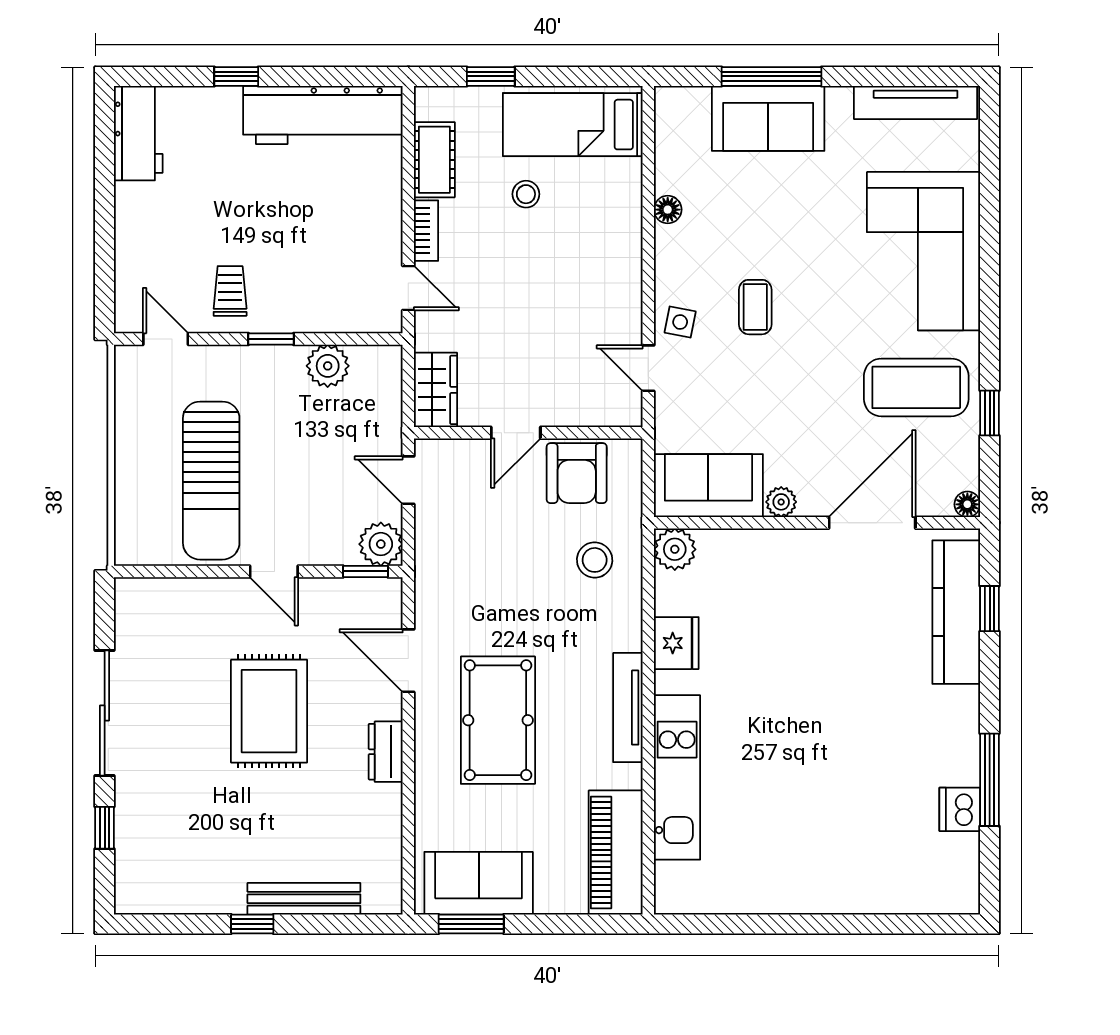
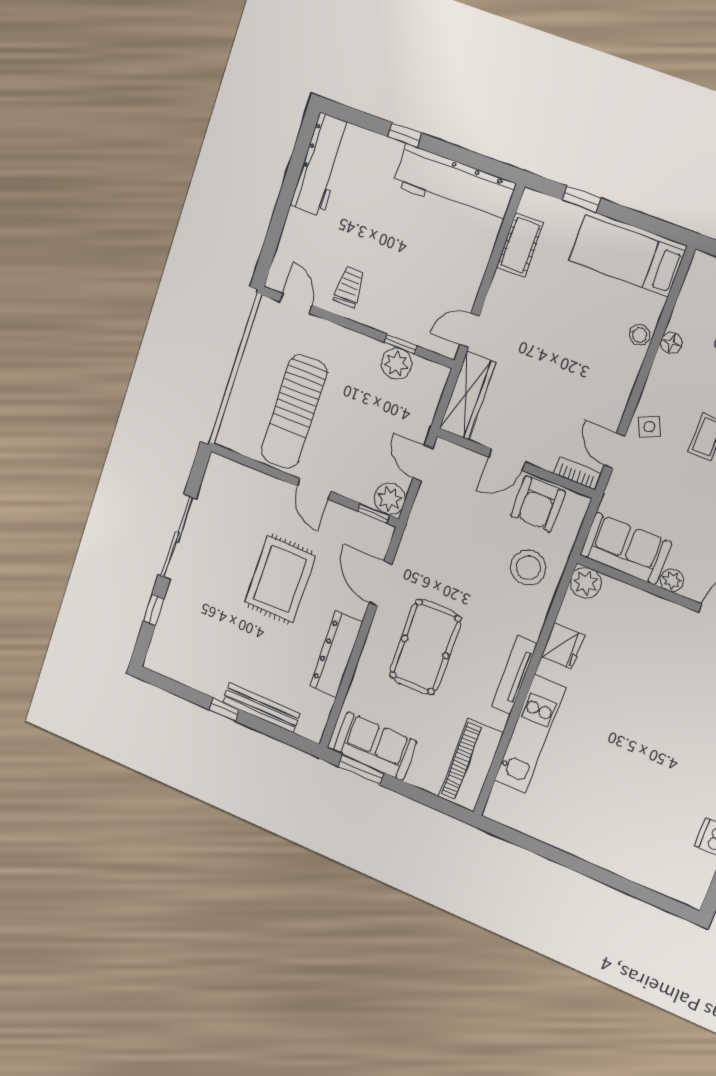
workbench: (138, 133) -> (321, 164), width x1.37
stool: (526, 194) -> (640, 335), moved
bookcase: (426, 231) -> (577, 473), moved, turned -90
door: (408, 288) -> (470, 330), swing flipped
side table: (680, 322) -> (649, 427), turned -34
window: (271, 339) -> (401, 344), moved
wardrobe: (435, 390) -> (468, 396), width x1.50
stool: (595, 560) -> (528, 568), width x1.38, depth x1.38
dresser: (386, 752) -> (336, 654), width x1.96, depth x1.24

